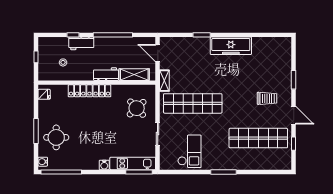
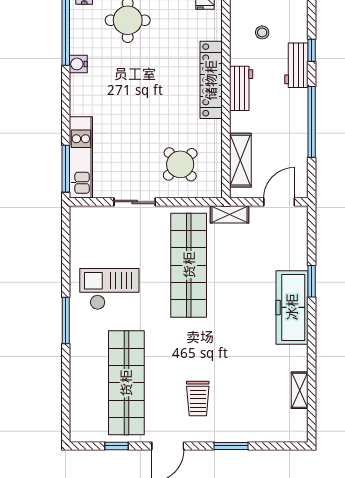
shelving: (262, 42) -> (300, 390), added
freezer: (231, 46) -> (292, 307), moved
workbench: (106, 74) -> (241, 88), moved
checkout: (189, 151) -> (109, 289), moved, turned 180
water cooler: (104, 165) -> (78, 64), moved

